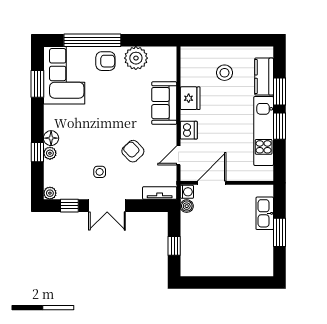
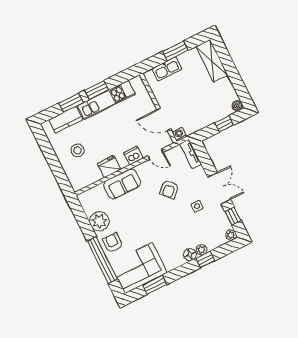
boiler: (187, 206) -> (237, 106), moved
shelving: (249, 267) -> (212, 61), added

